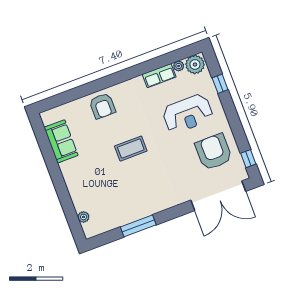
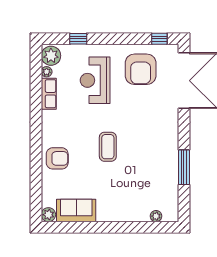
reception desk: (188, 114) -> (95, 80), turned 180
plant: (48, 117) -> (48, 215), added
armchair: (214, 152) -> (141, 69), turned -90

